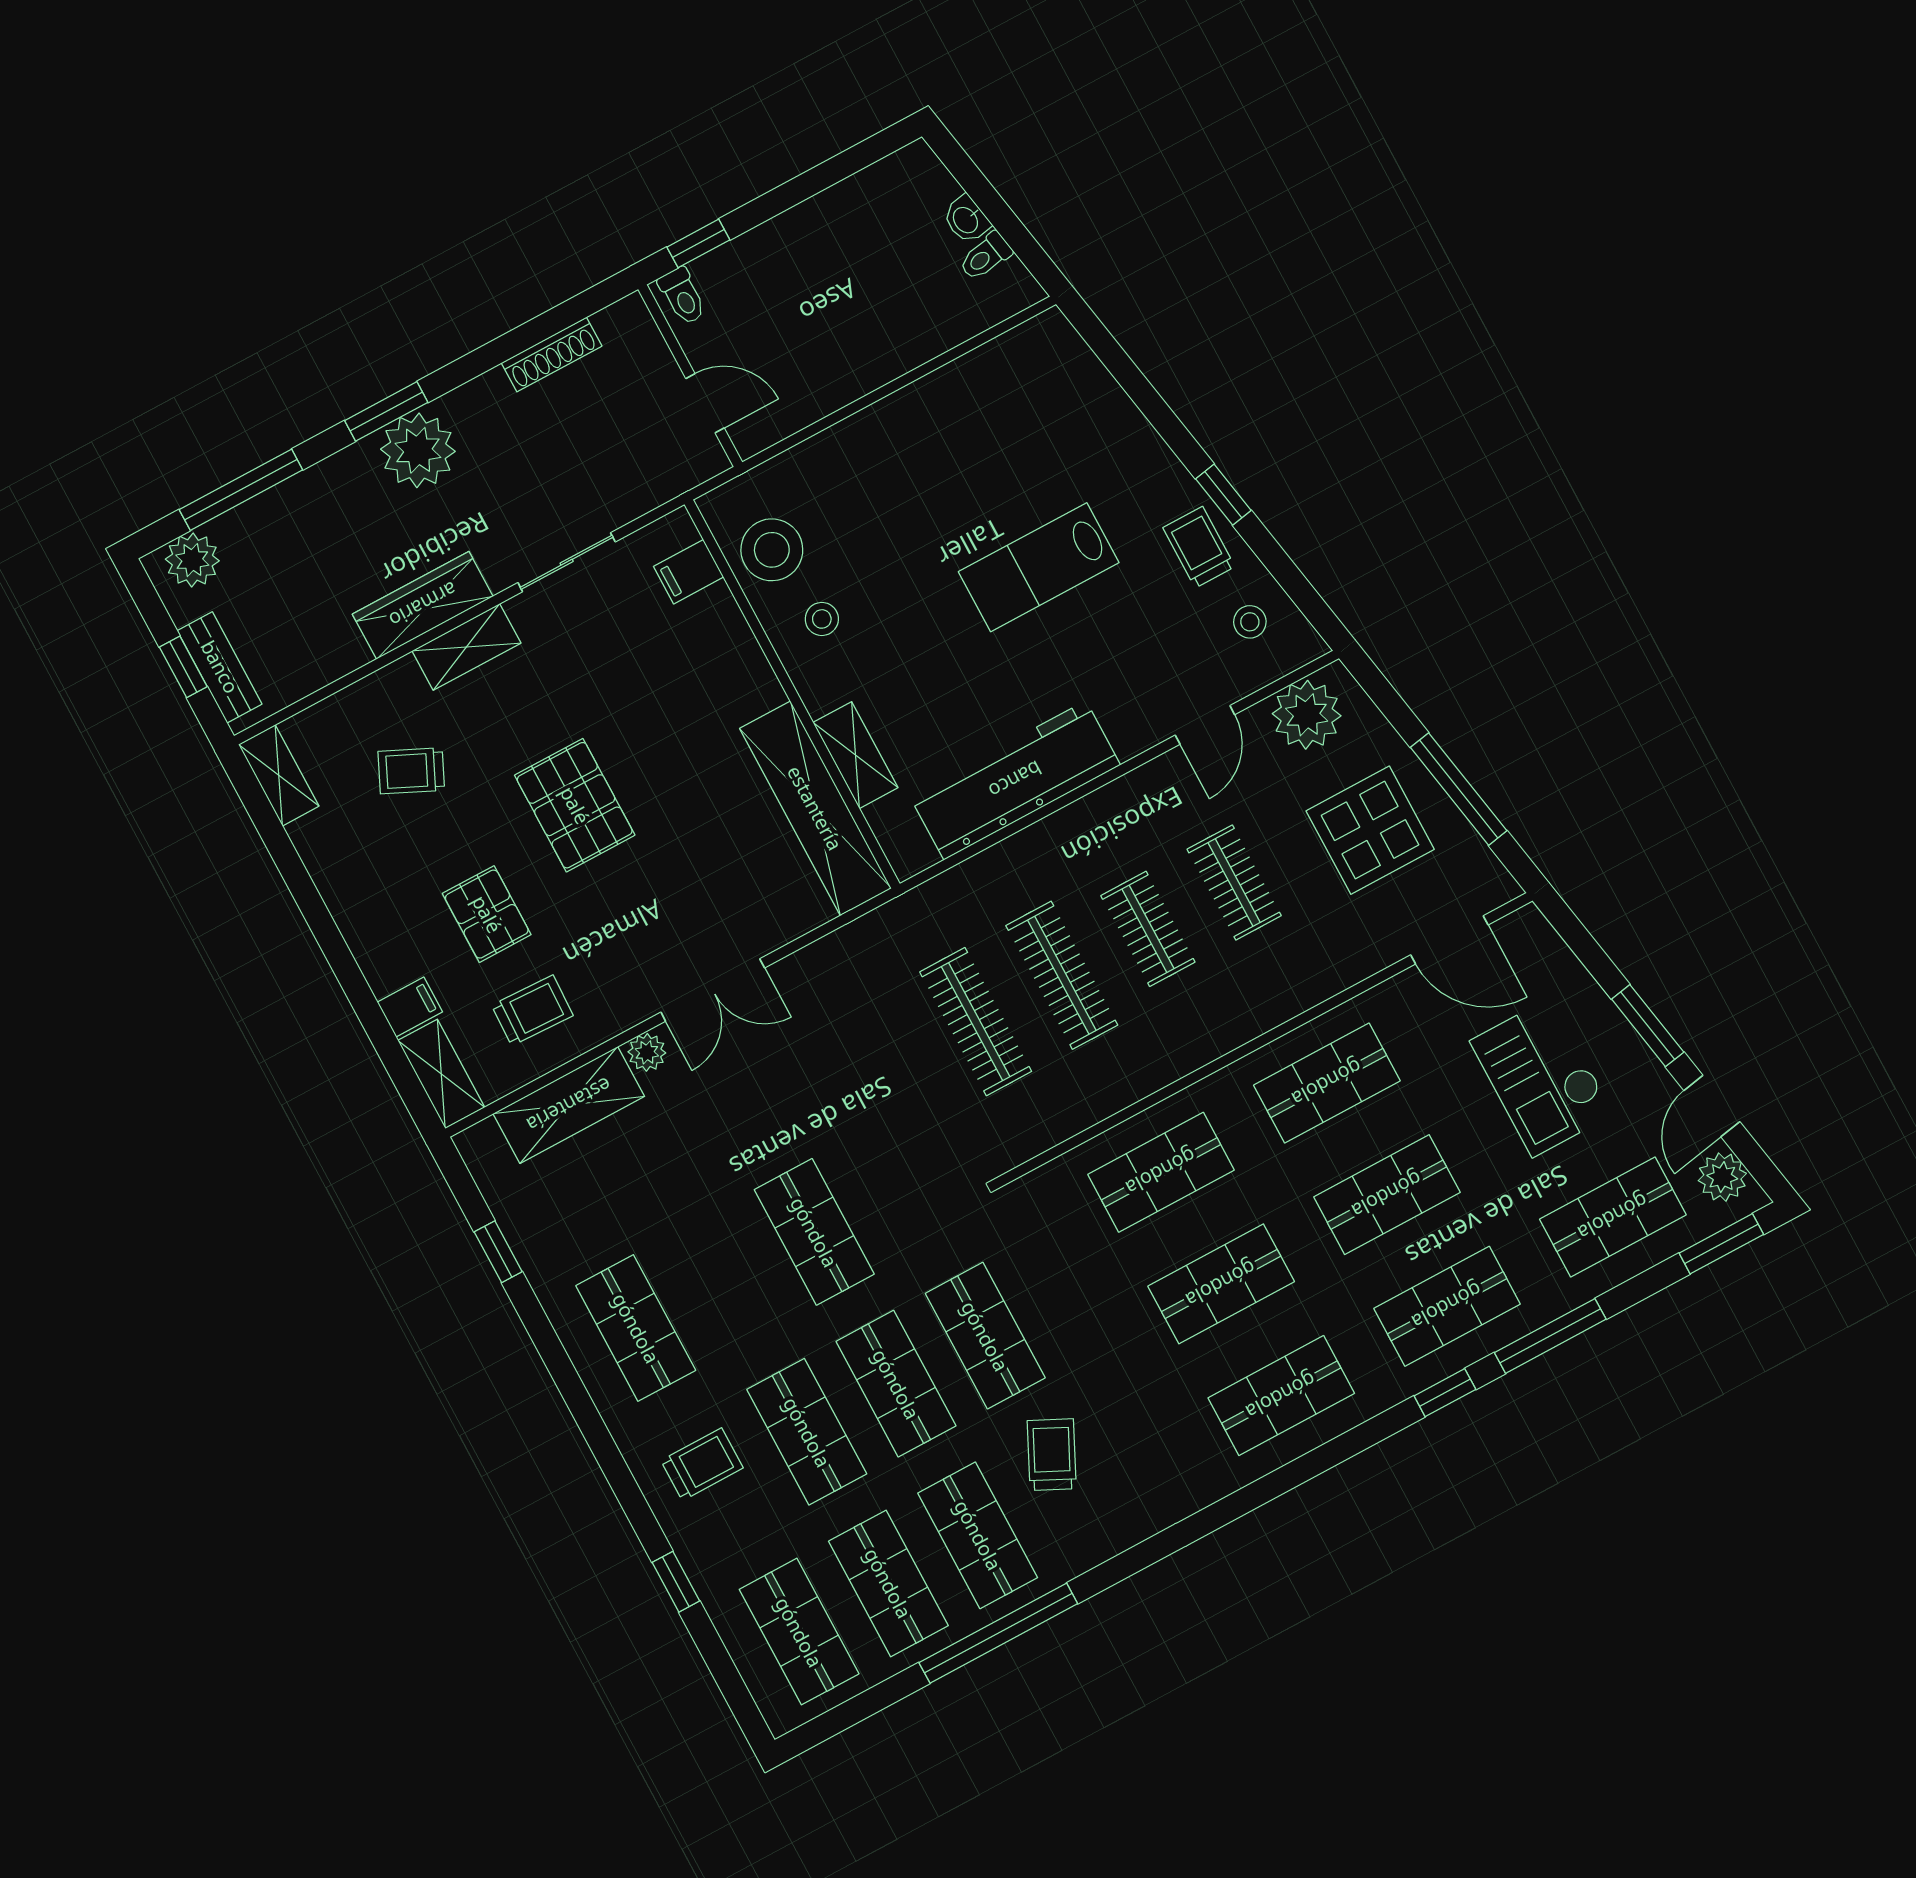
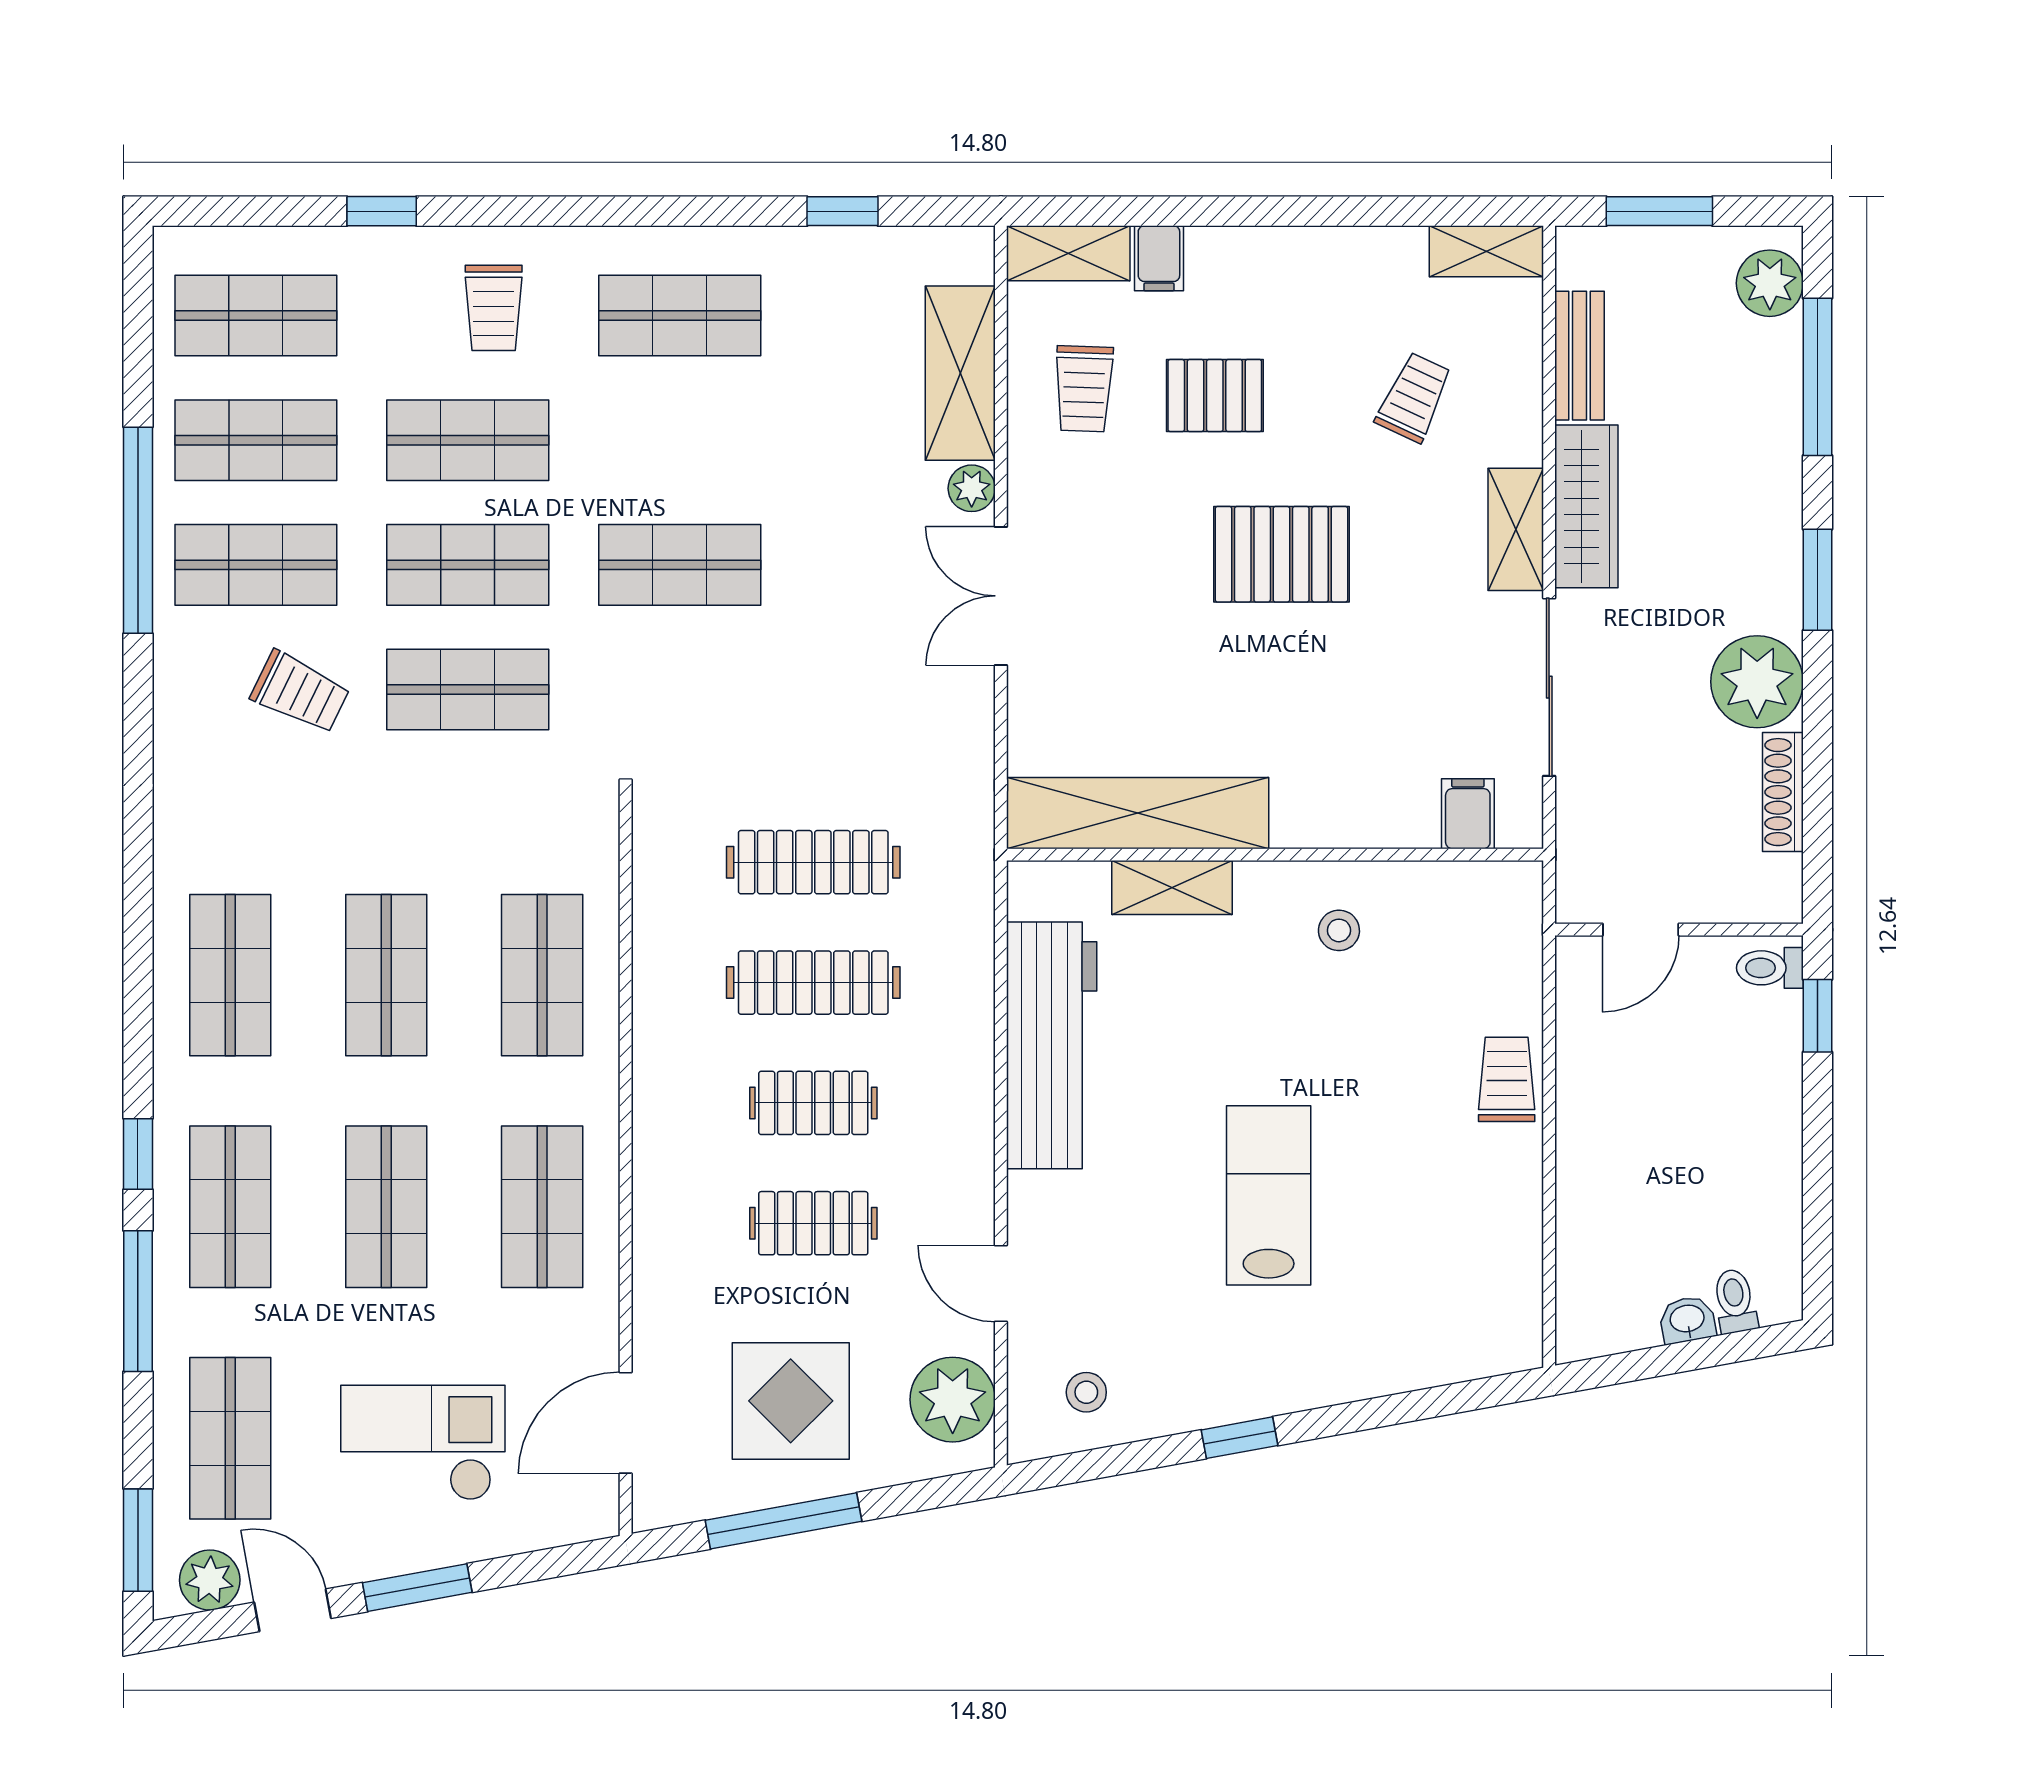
toilet: (985, 256) -> (1735, 1301), moved
plant: (418, 450) -> (1757, 682), moved
trolley: (1199, 547) -> (1507, 1079), moved, turned -90
stool: (772, 550) -> (1443, 917), removed
sliding door: (567, 562) -> (1549, 687), width x1.37
window: (183, 667) -> (1659, 211), width x1.50
bench: (220, 667) -> (1580, 356), moved, turned 90

